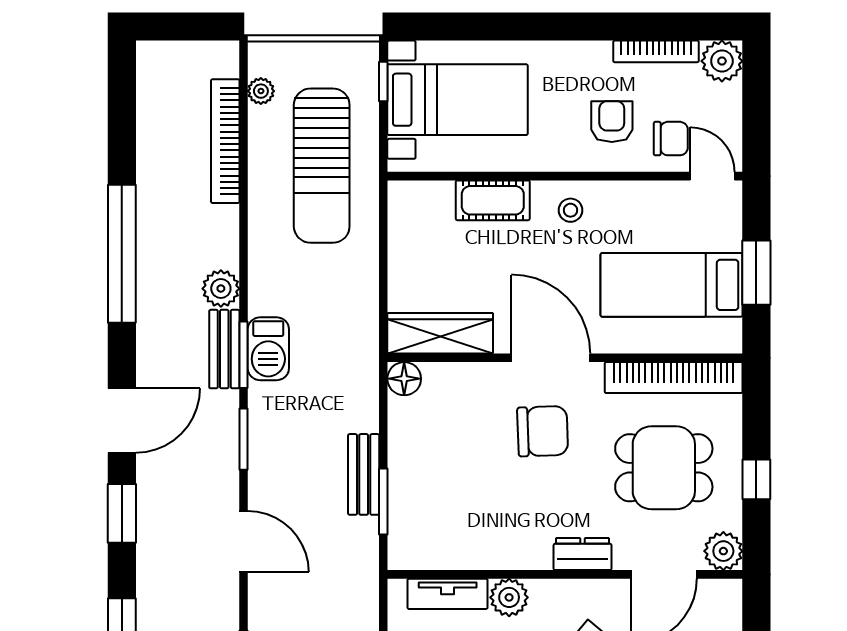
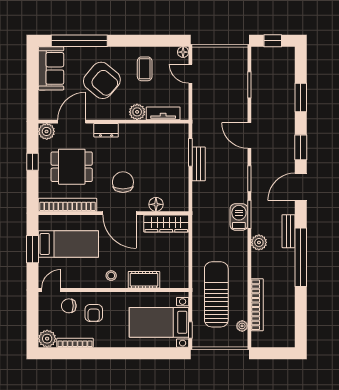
door: (712, 176) -> (51, 290), swing flipped
bench: (224, 349) -> (289, 231), moved
floor lamp: (404, 379) -> (156, 204), moved
chair: (543, 431) -> (123, 182), turned 92

